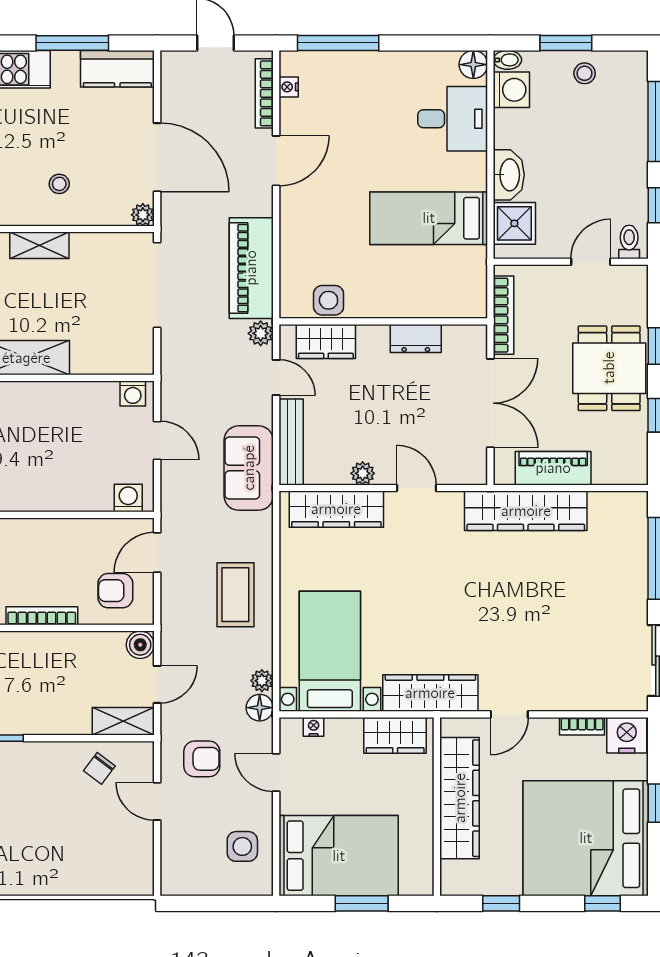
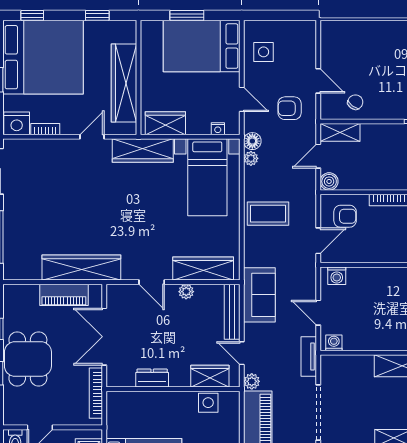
tv unit: (172, 372) -> (309, 356), added
coffee table: (235, 595) -> (268, 214), turned 90

